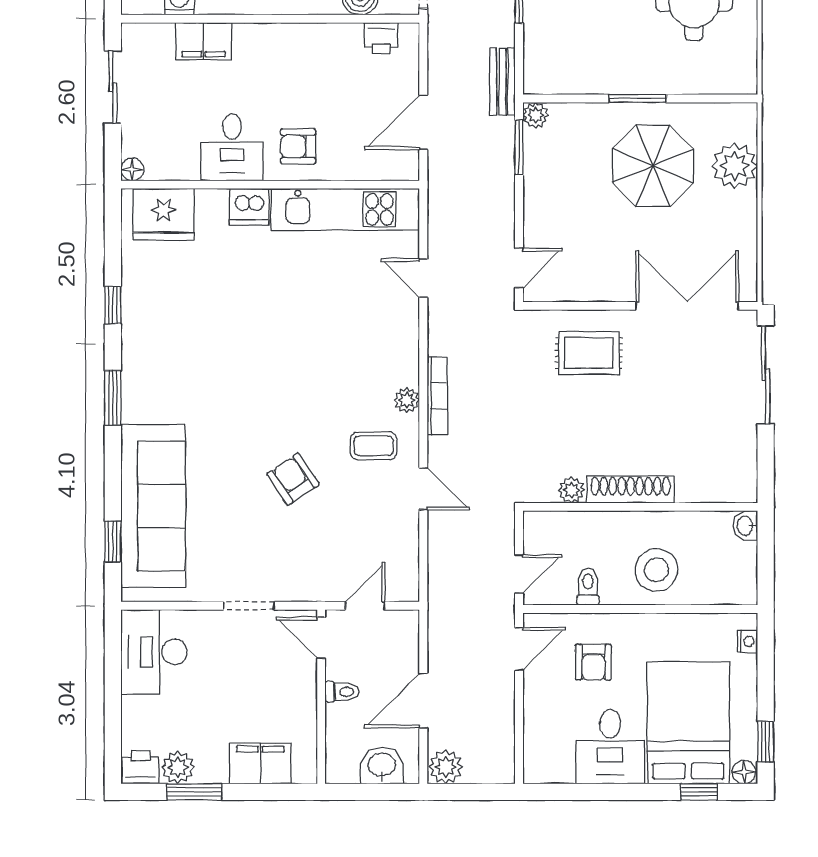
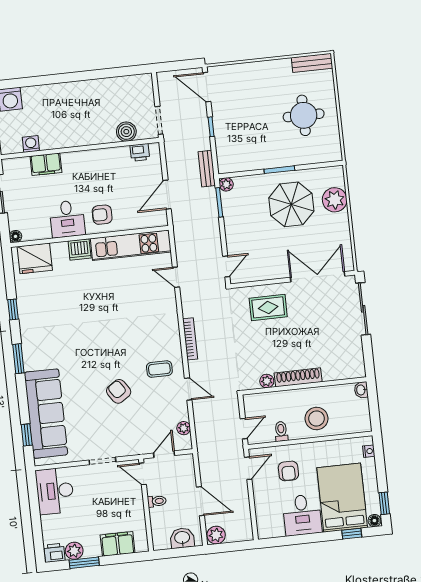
plant: (407, 400) -> (184, 428), moved
door: (423, 701) -> (200, 501), swing flipped

